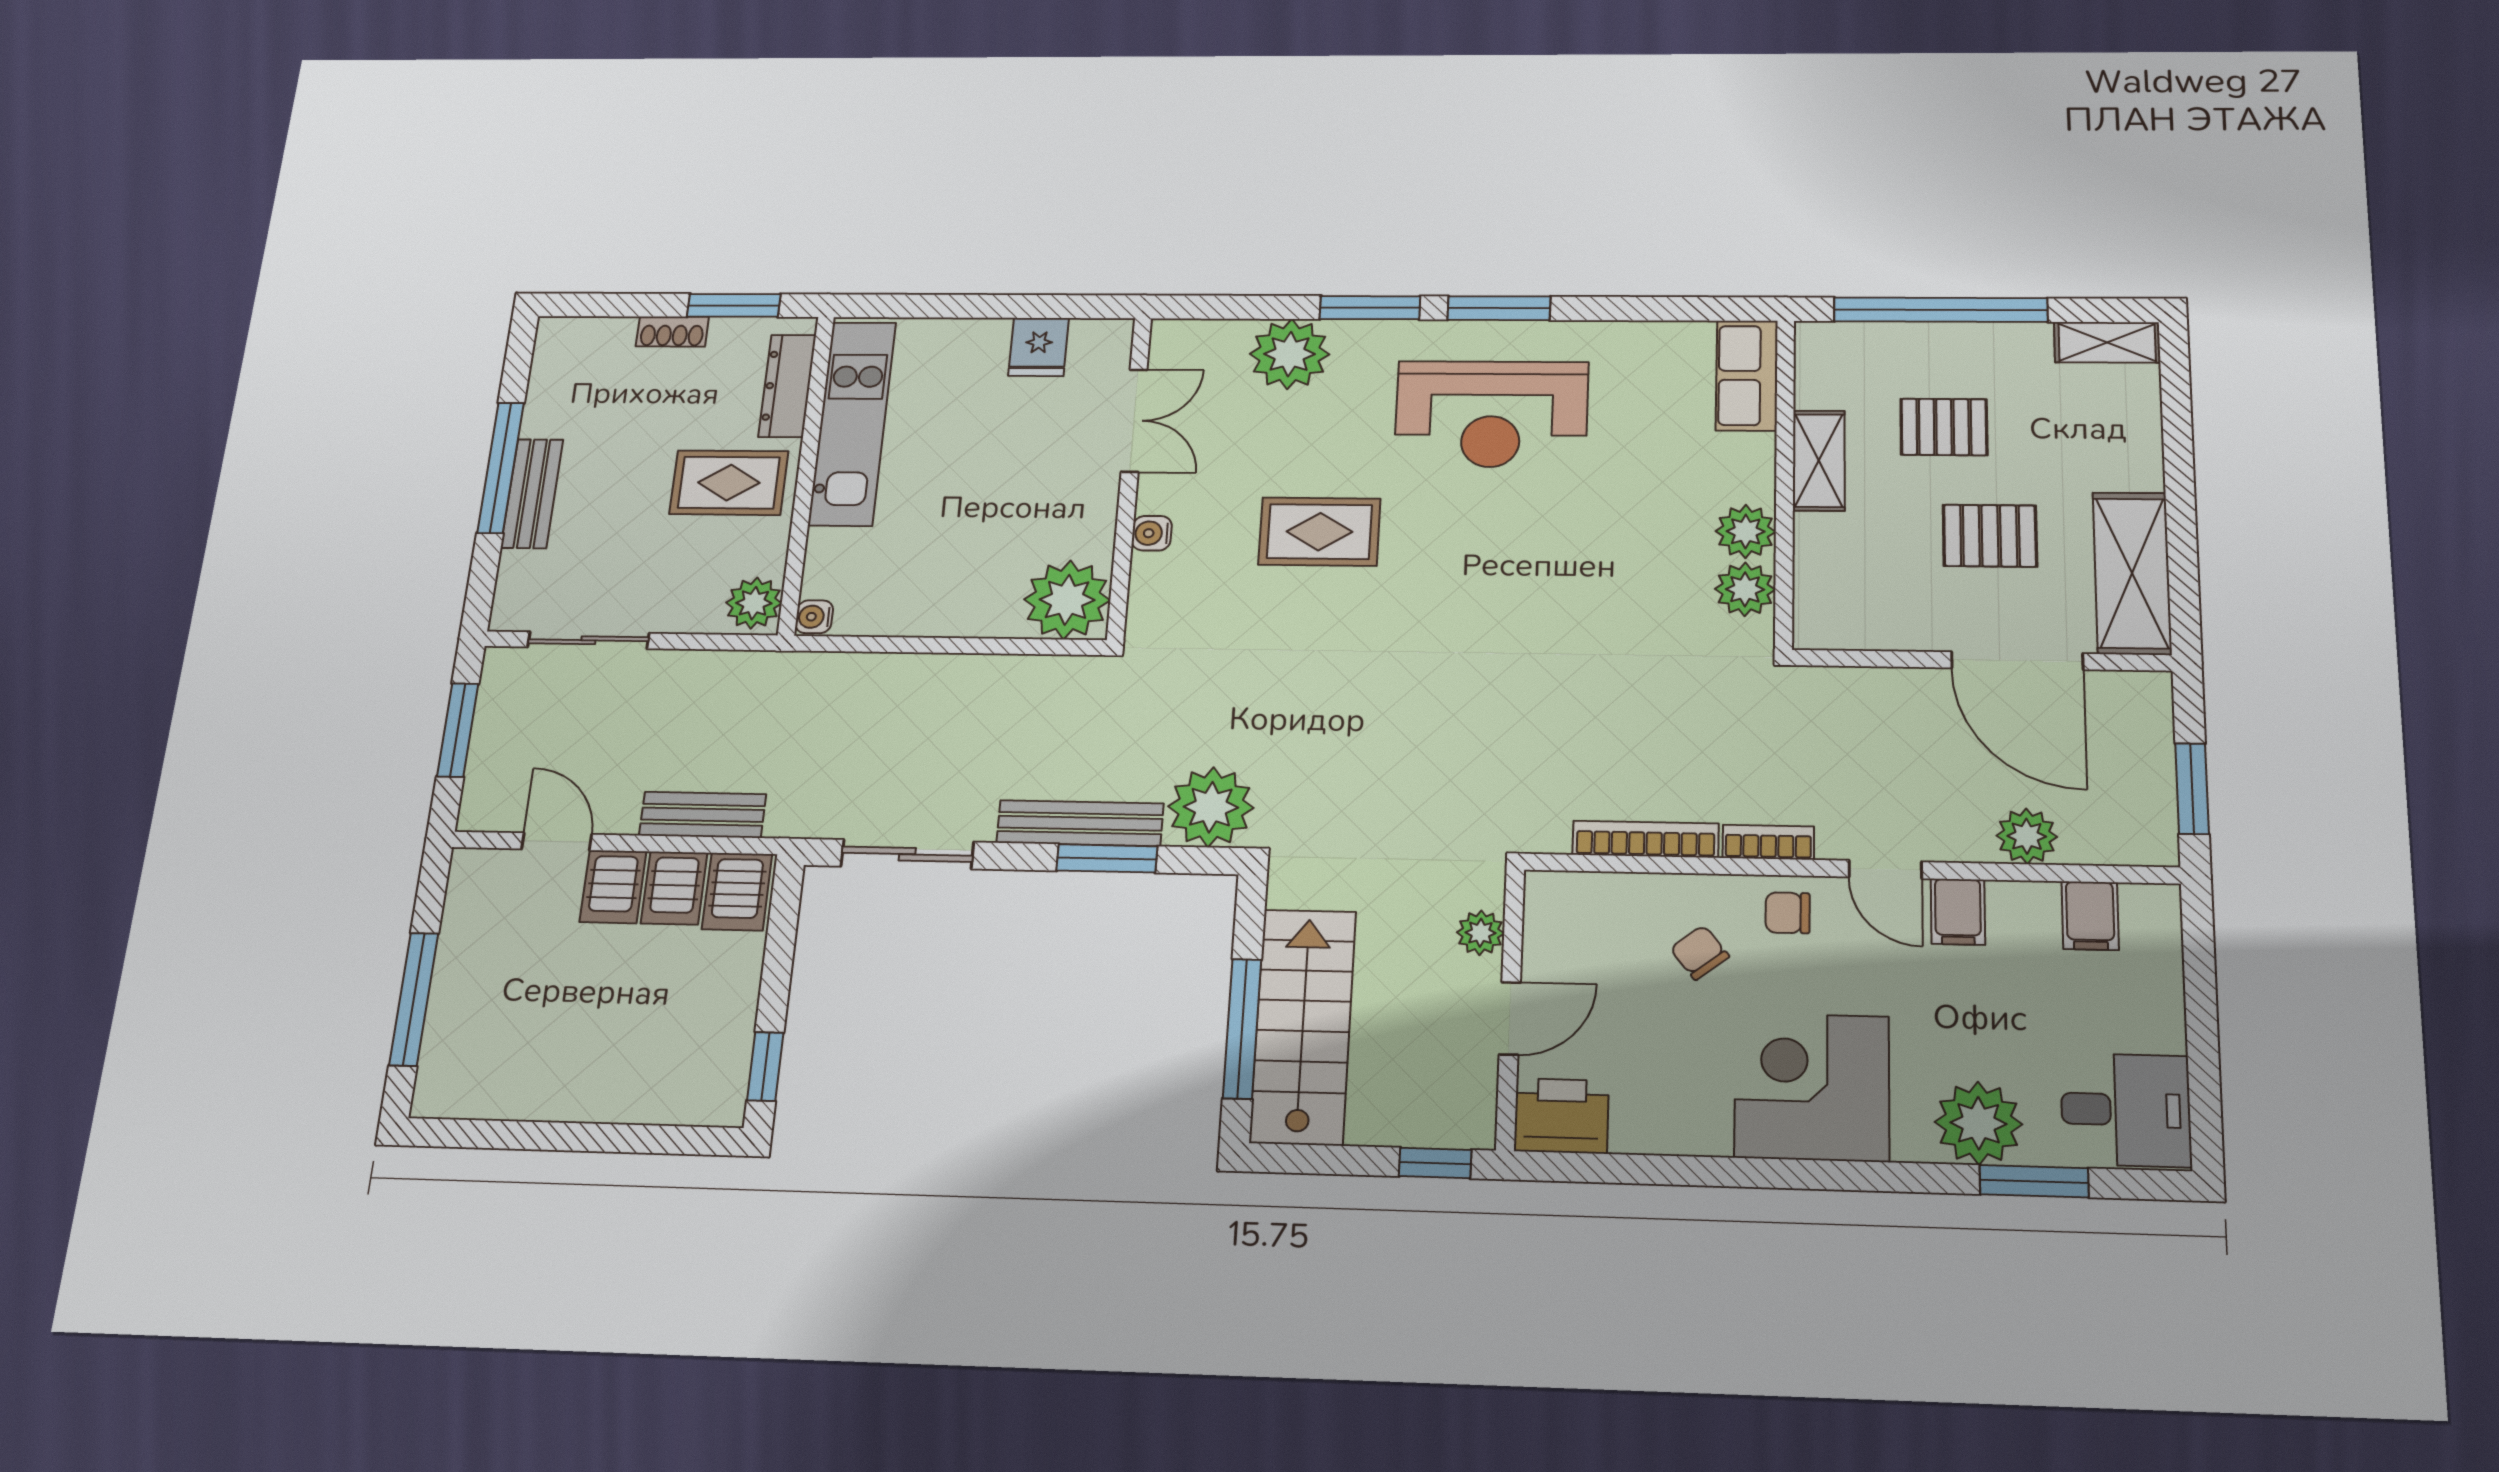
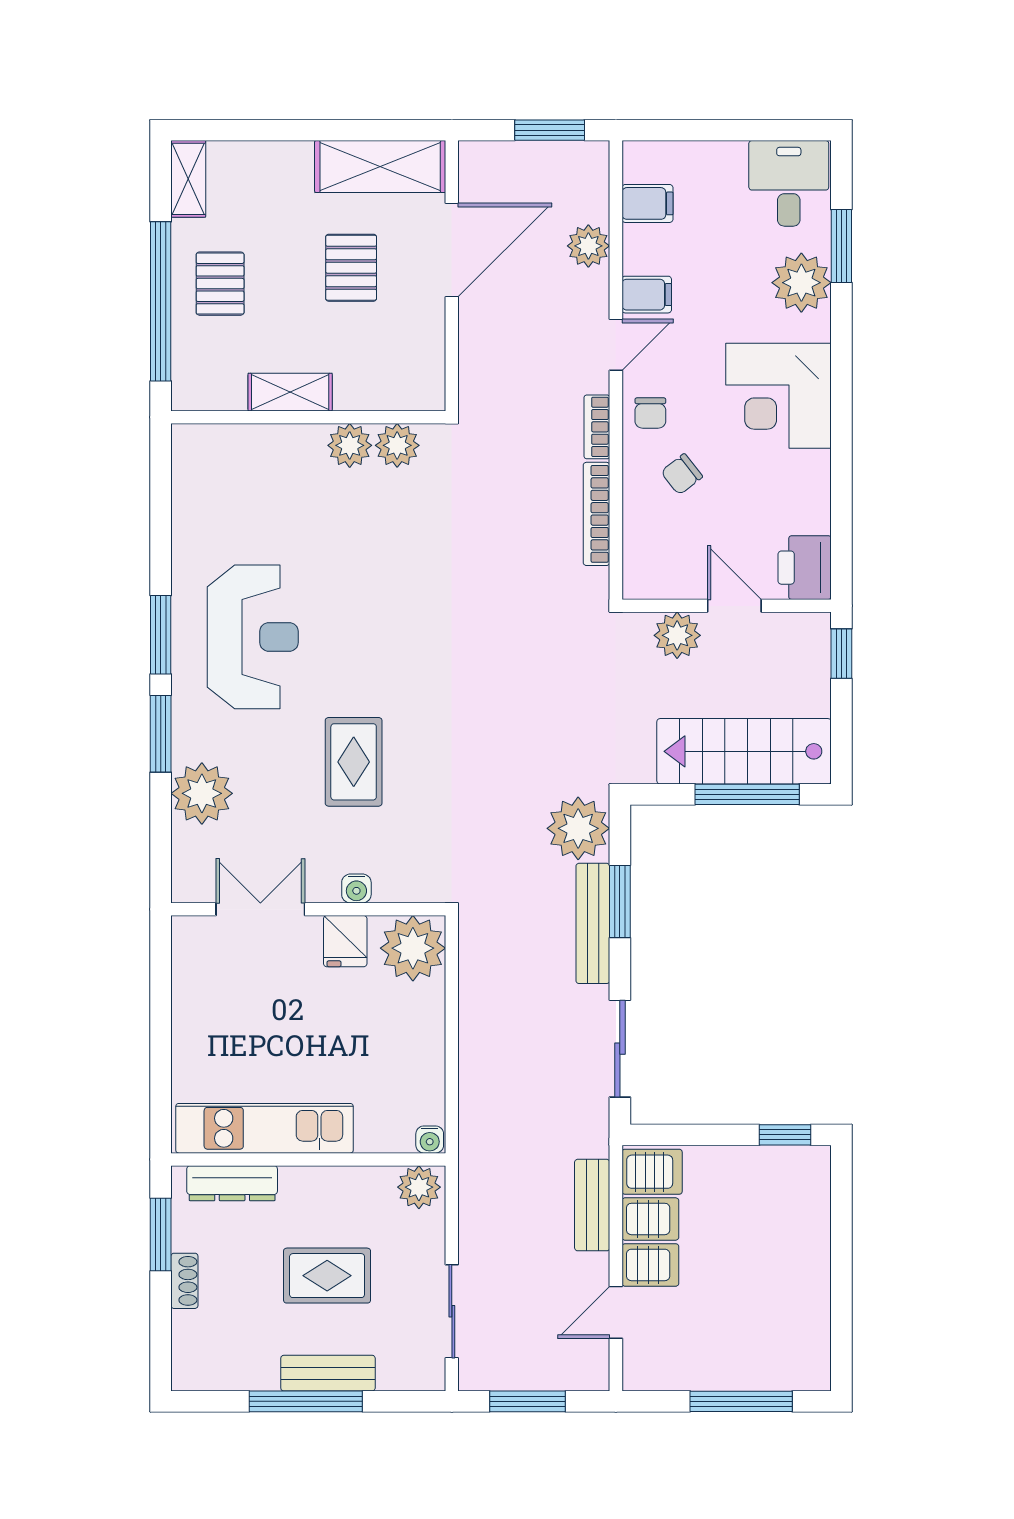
fridge: (1039, 347) -> (345, 941), moved, turned 90
row of seats: (1747, 375) -> (218, 446), removed
pallet: (1944, 427) -> (220, 284), moved
rug: (729, 483) -> (327, 1276), moved, turned 90
plant: (1480, 933) -> (677, 635), width x1.38, depth x1.38

